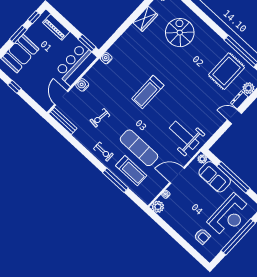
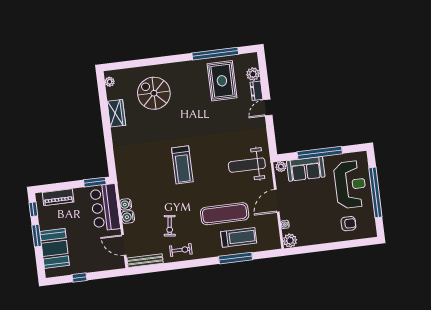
water cooler: (106, 58) -> (126, 204), moved
exercise bike: (103, 152) -> (181, 250), moved

